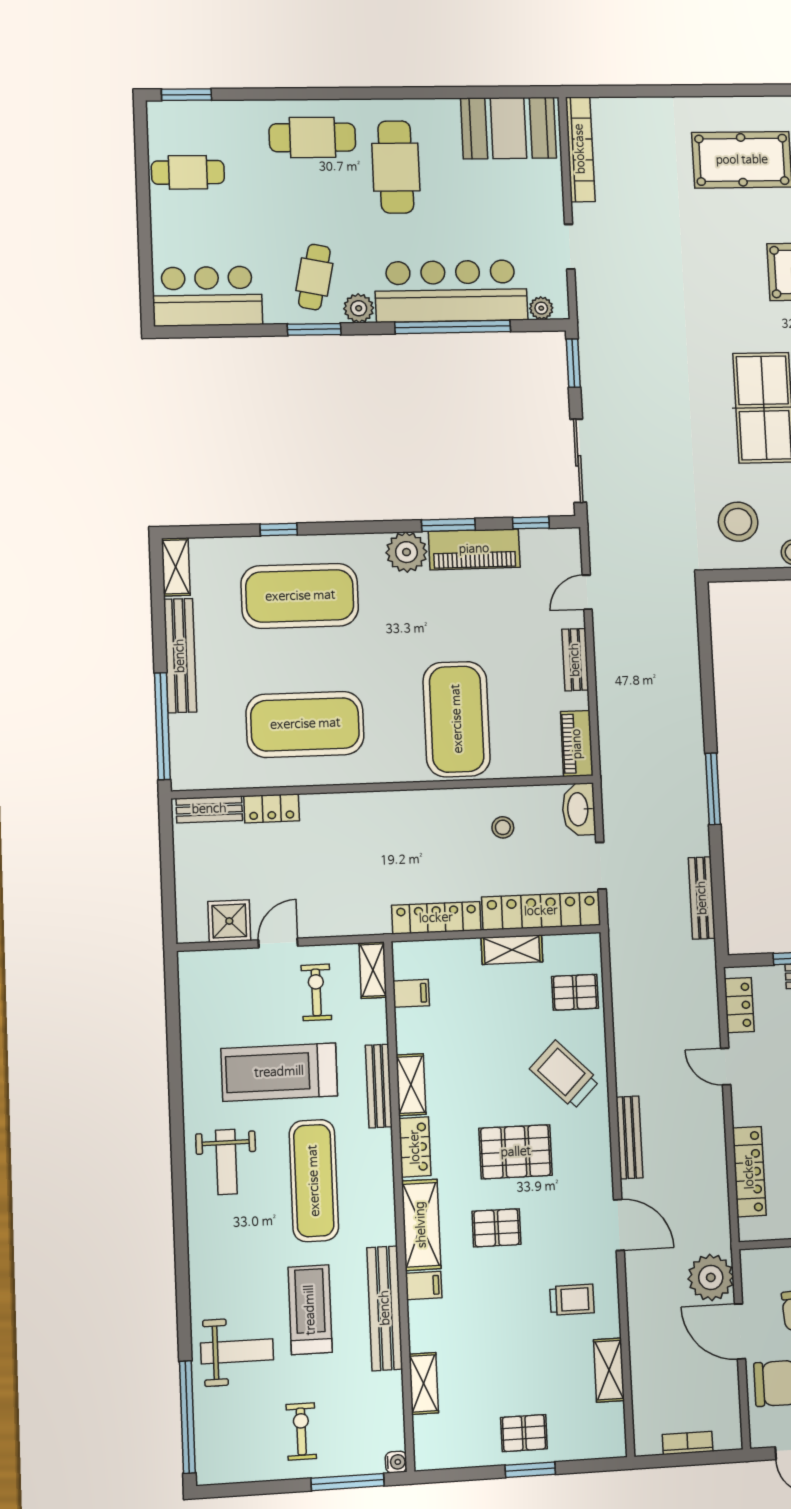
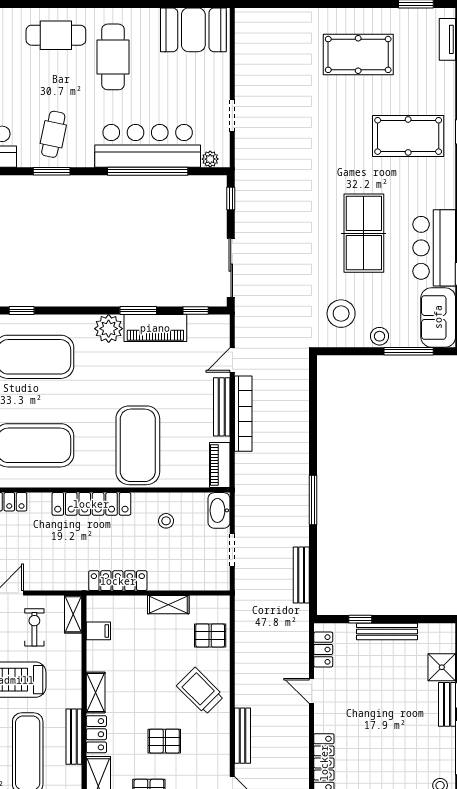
bookcase: (580, 149) -> (243, 414), moved
plant: (359, 308) -> (83, 157), removed
window: (573, 363) -> (231, 199), width x0.67
bench: (575, 660) -> (222, 407), width x1.36
locker: (541, 911) -> (91, 504), moved, turned 180
bench: (379, 1086) -> (74, 737), moved
pallet: (516, 1152) -> (164, 741), width x0.67, depth x0.71

